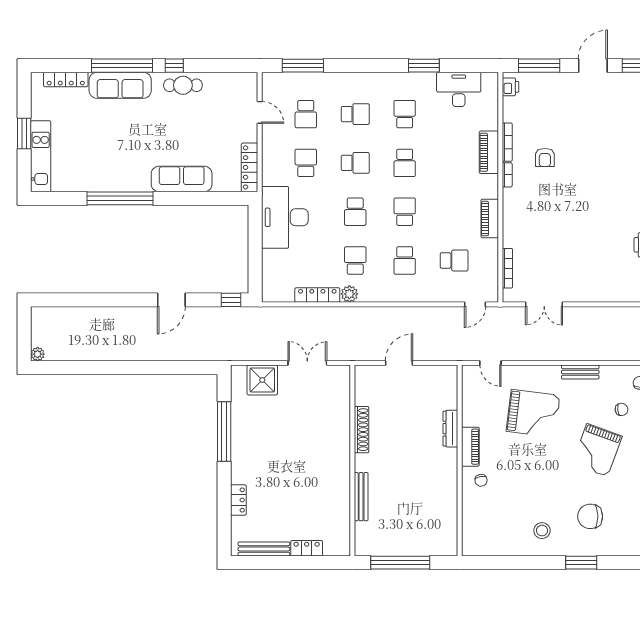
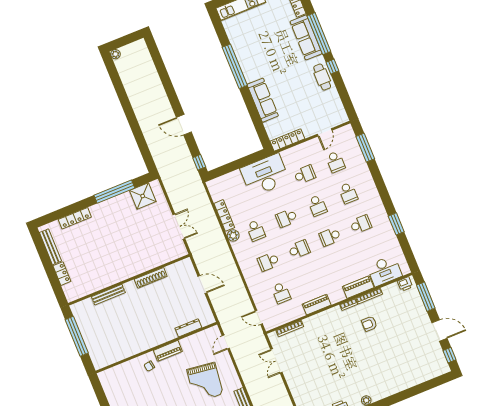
desk: (459, 89) -> (384, 271), moved, turned 90
school desk: (306, 114) -> (335, 162), turned -90
school desk: (355, 260) -> (256, 231), turned 90
shower: (262, 380) -> (143, 196), moved
dresser: (450, 429) -> (188, 328), moved
locker: (238, 500) -> (75, 218), width x1.53

